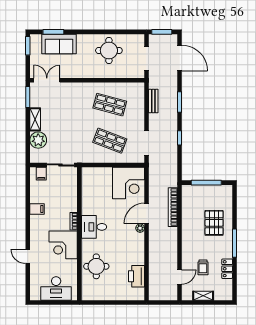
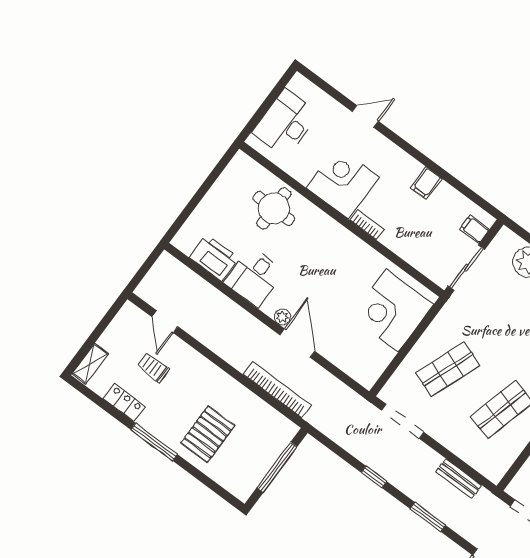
corner desk: (128, 183) -> (392, 310), moved
pallet: (214, 223) -> (208, 434), turned 90
desk: (94, 227) -> (254, 277), moved, turned 180
shelving: (203, 296) -> (90, 364), moved

